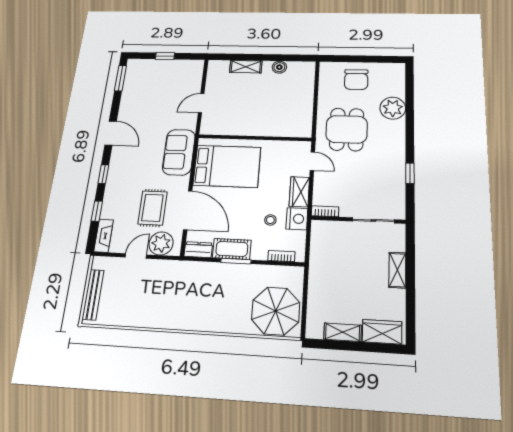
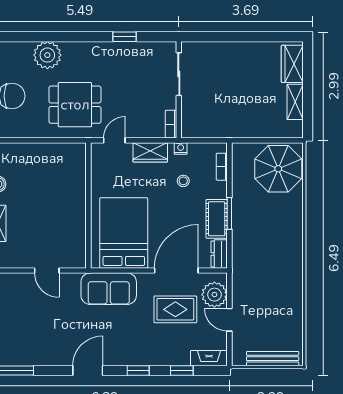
nightstand: (297, 219) -> (181, 148), width x0.53, depth x0.56
shelving: (397, 270) -> (230, 49), removed

